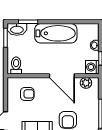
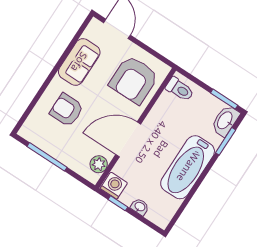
armchair: (27, 94) -> (134, 80), width x1.88, depth x1.88

